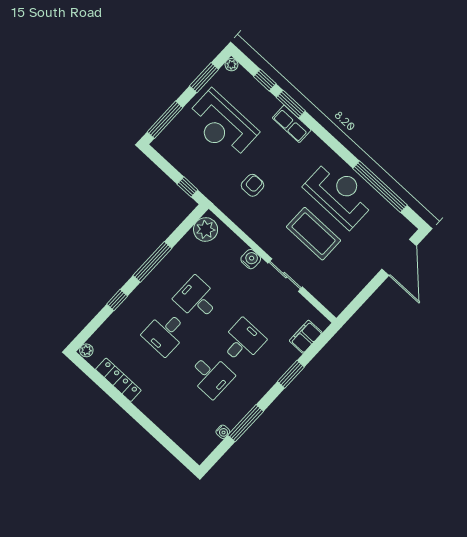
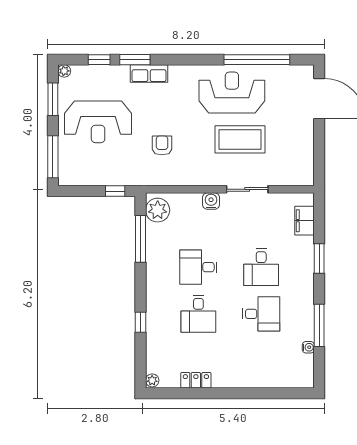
window: (152, 262) -> (140, 239), moved
desk: (243, 341) -> (261, 267), turned 180
locker: (118, 380) -> (196, 380), width x0.66

